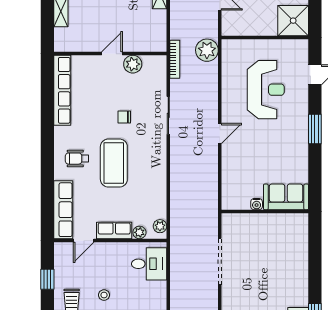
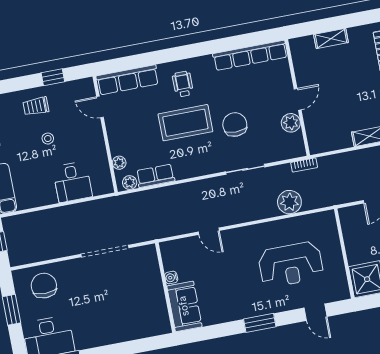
plant: (207, 50) -> (289, 202), moved
door: (112, 54) -> (298, 99), hinge flipped
bookcase: (175, 59) -> (304, 165), width x0.64
chair: (124, 117) -> (235, 124), width x1.87, depth x1.87
door: (220, 133) -> (209, 231), moved
row of seats: (114, 230) -> (155, 176), moved, turned -90
desk: (149, 264) -> (72, 182), moved

